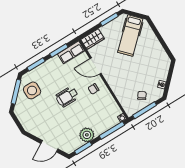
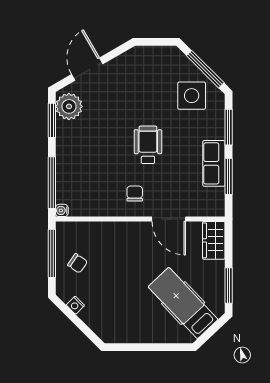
row of seats: (71, 52) -> (214, 163), moved
door: (95, 66) -> (169, 219), swing flipped
plant: (87, 135) -> (69, 106), moved

